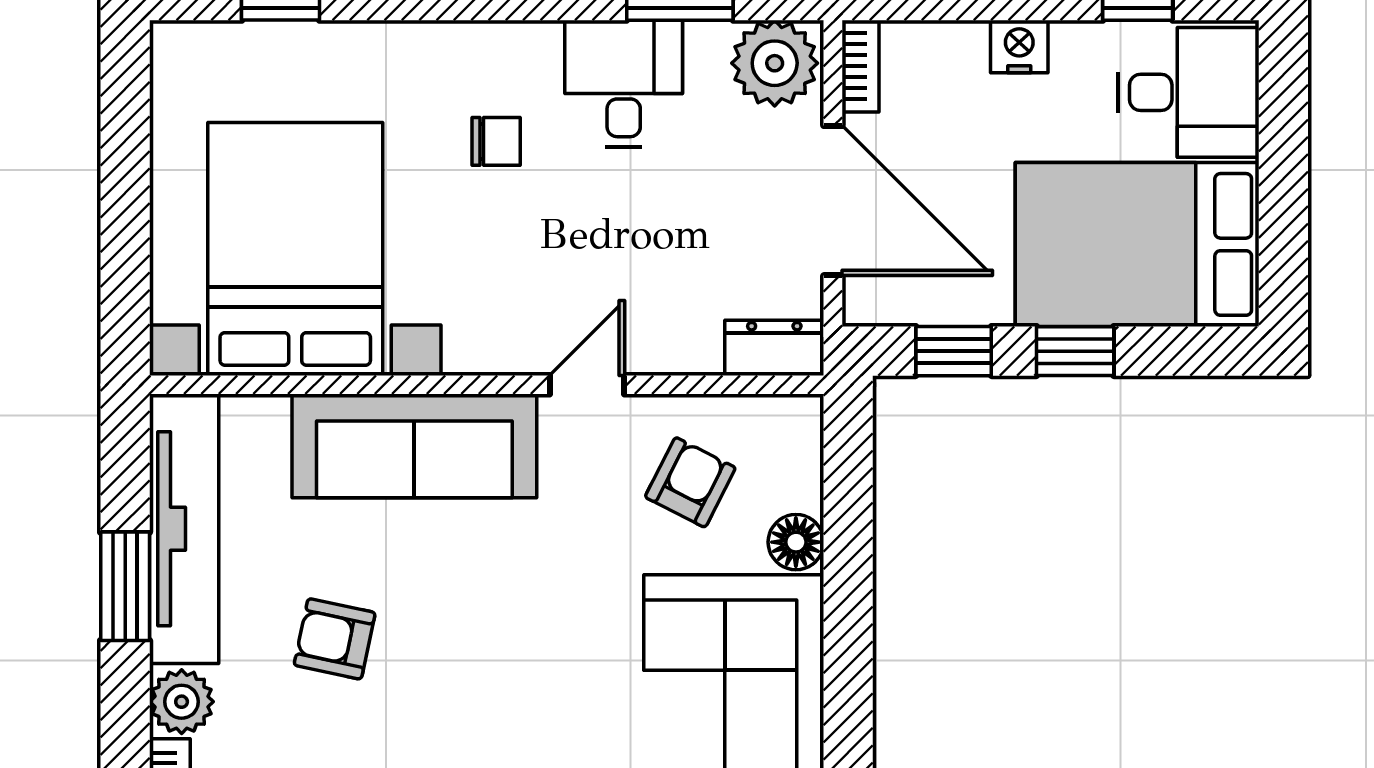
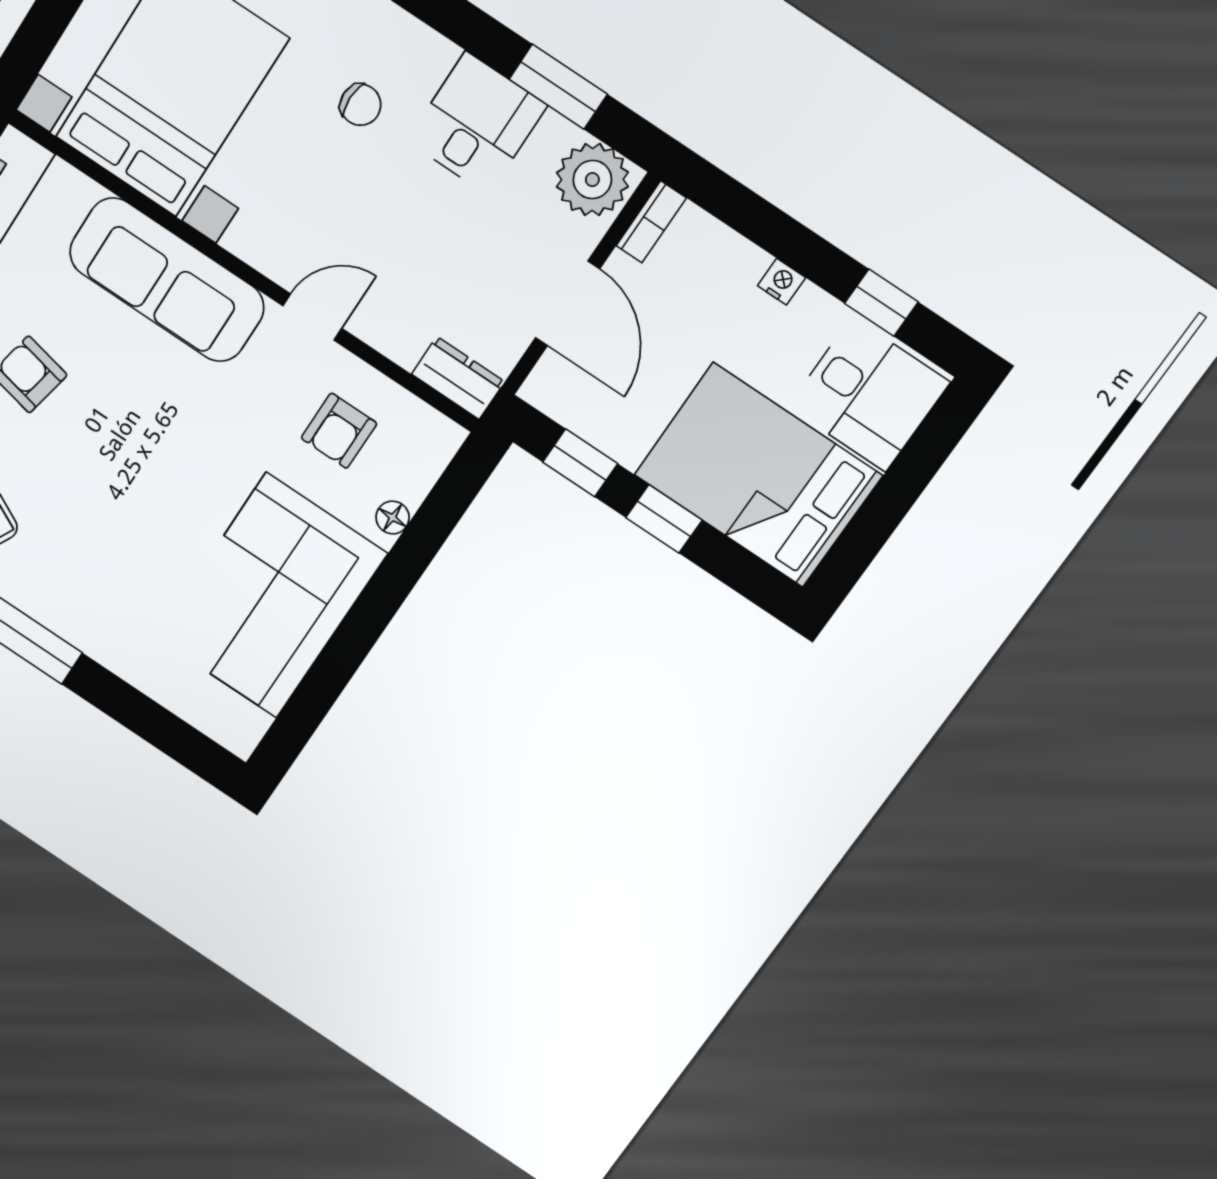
nightstand: (1019, 47) -> (782, 282), width x0.72, depth x0.74
door: (833, 201) -> (568, 303), width x0.73
armchair: (690, 482) -> (339, 431), turned 153
floor lamp: (796, 542) -> (393, 517), width x0.73, depth x0.73

